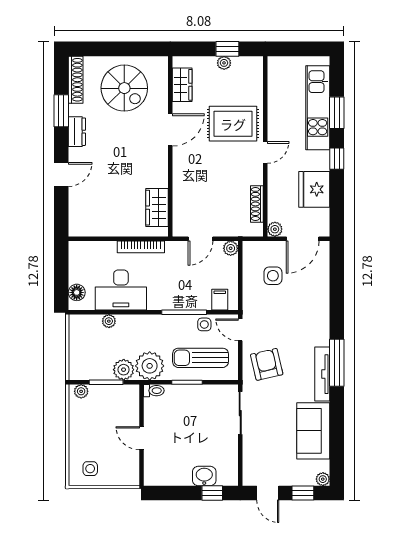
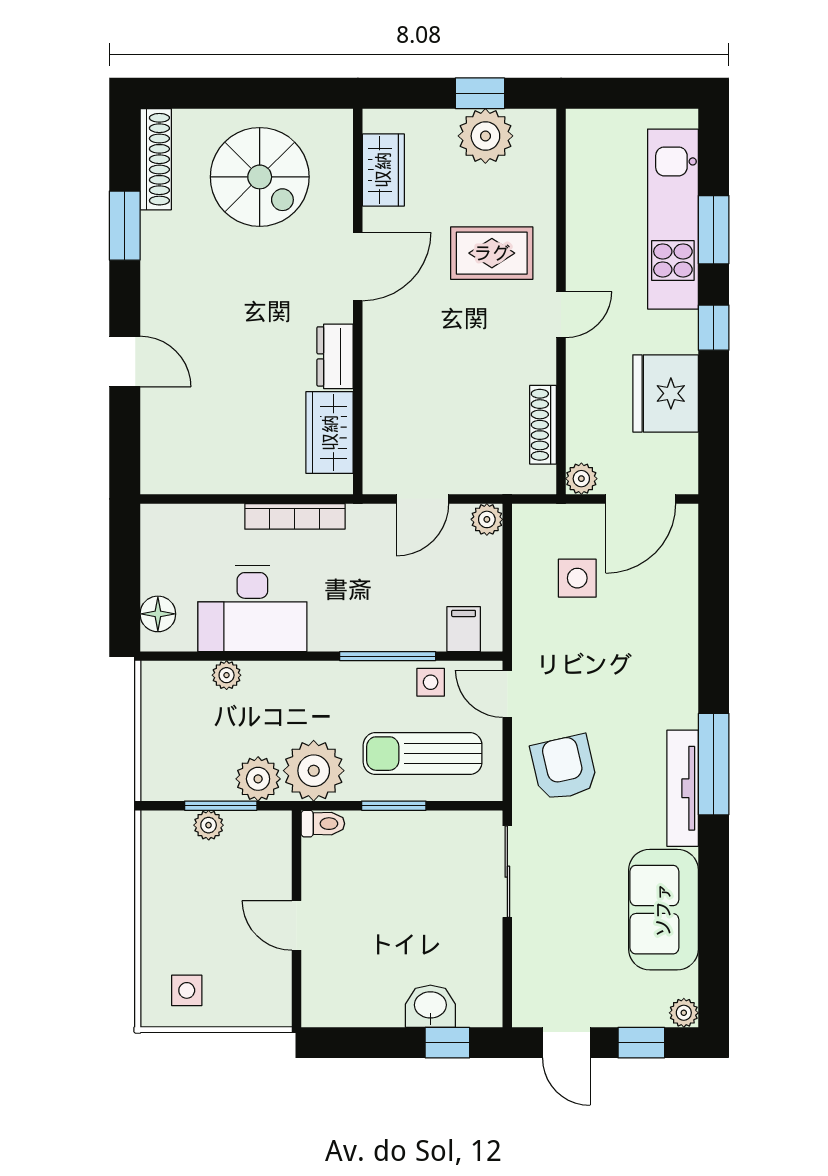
plant: (224, 63) -> (485, 136), width x1.88, depth x1.88
rug: (233, 124) -> (492, 253), width x0.73, depth x0.70
dresser: (77, 132) -> (335, 356), moved, turned 180
door: (61, 174) -> (125, 362), hinge flipped
plant: (81, 391) -> (209, 825), moved

